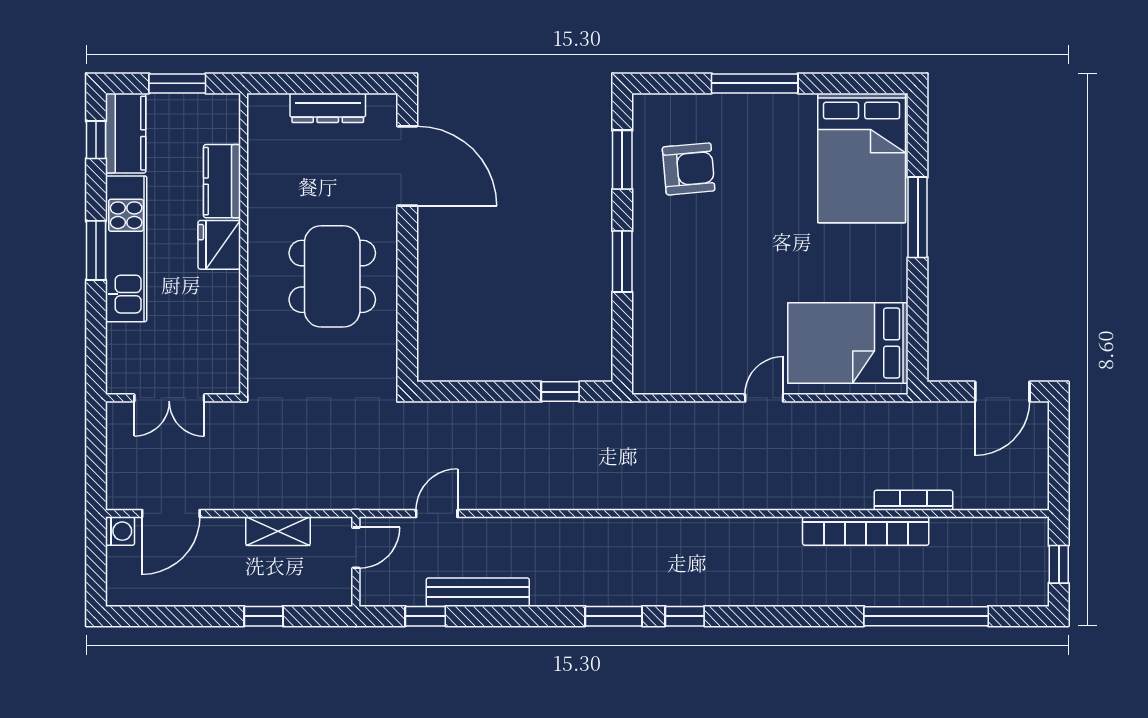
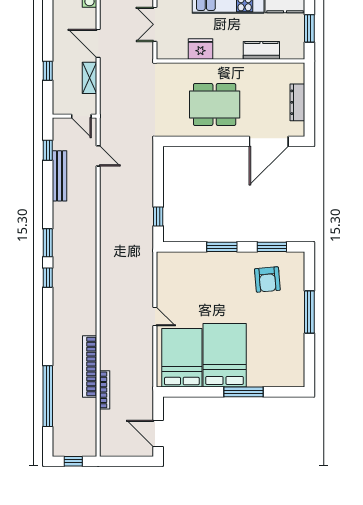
bed: (862, 158) -> (225, 355), moved, turned 90
fridge: (219, 245) -> (200, 49), moved
door: (171, 513) -> (98, 43), moved

